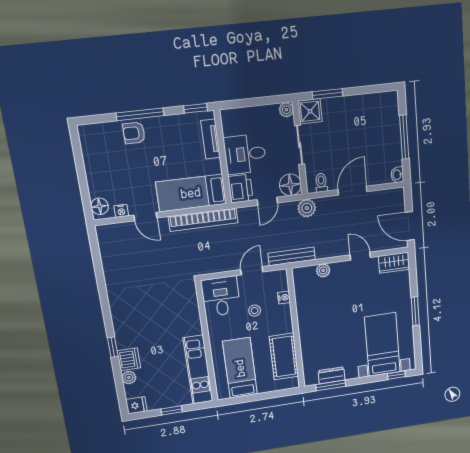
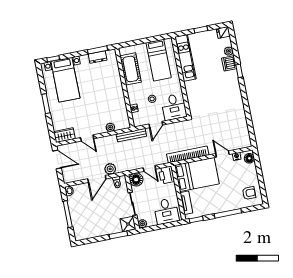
armchair: (134, 133) -> (249, 193), moved
desk: (245, 154) -> (166, 211), moved, turned 90
bed: (191, 193) -> (197, 175), width x1.50
door: (267, 201) -> (149, 168), swing flipped
plant: (307, 208) -> (110, 169), moved

